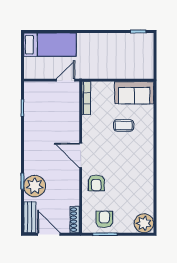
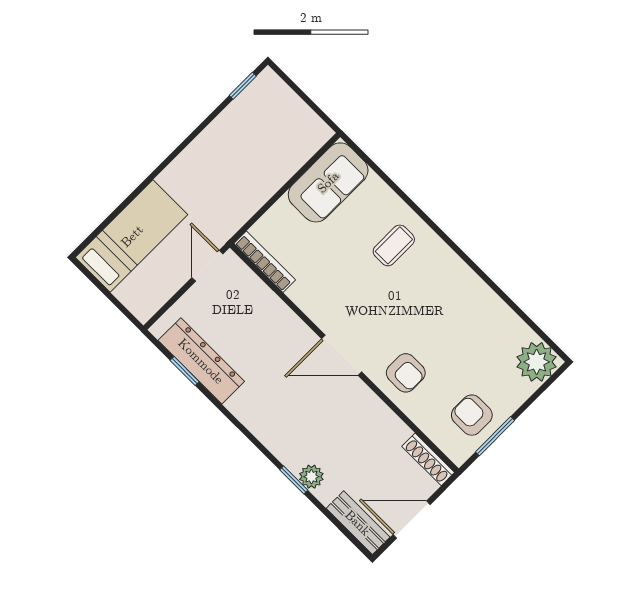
dresser: (31, 110) -> (201, 361), added
coffee table: (124, 125) -> (394, 245), moved
plant: (35, 186) -> (311, 477), width x0.53, depth x0.53

